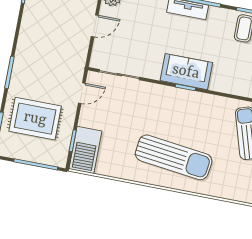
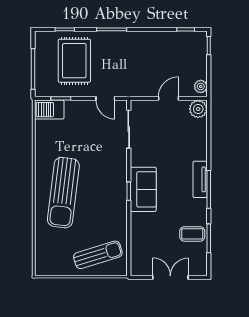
door: (95, 26) -> (169, 98), swing flipped
barbecue: (85, 150) -> (49, 110), width x0.73, depth x0.83

